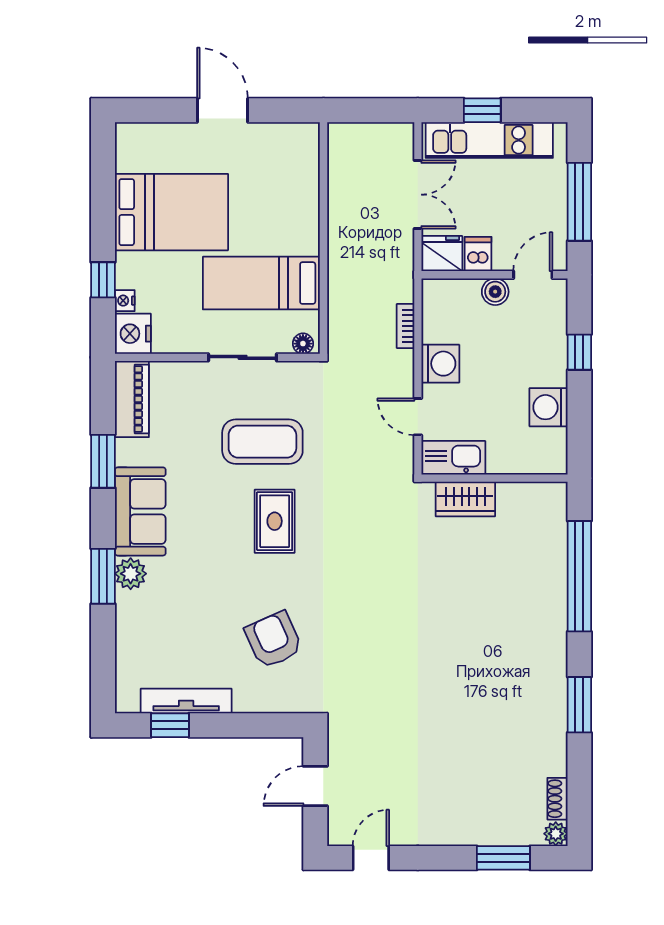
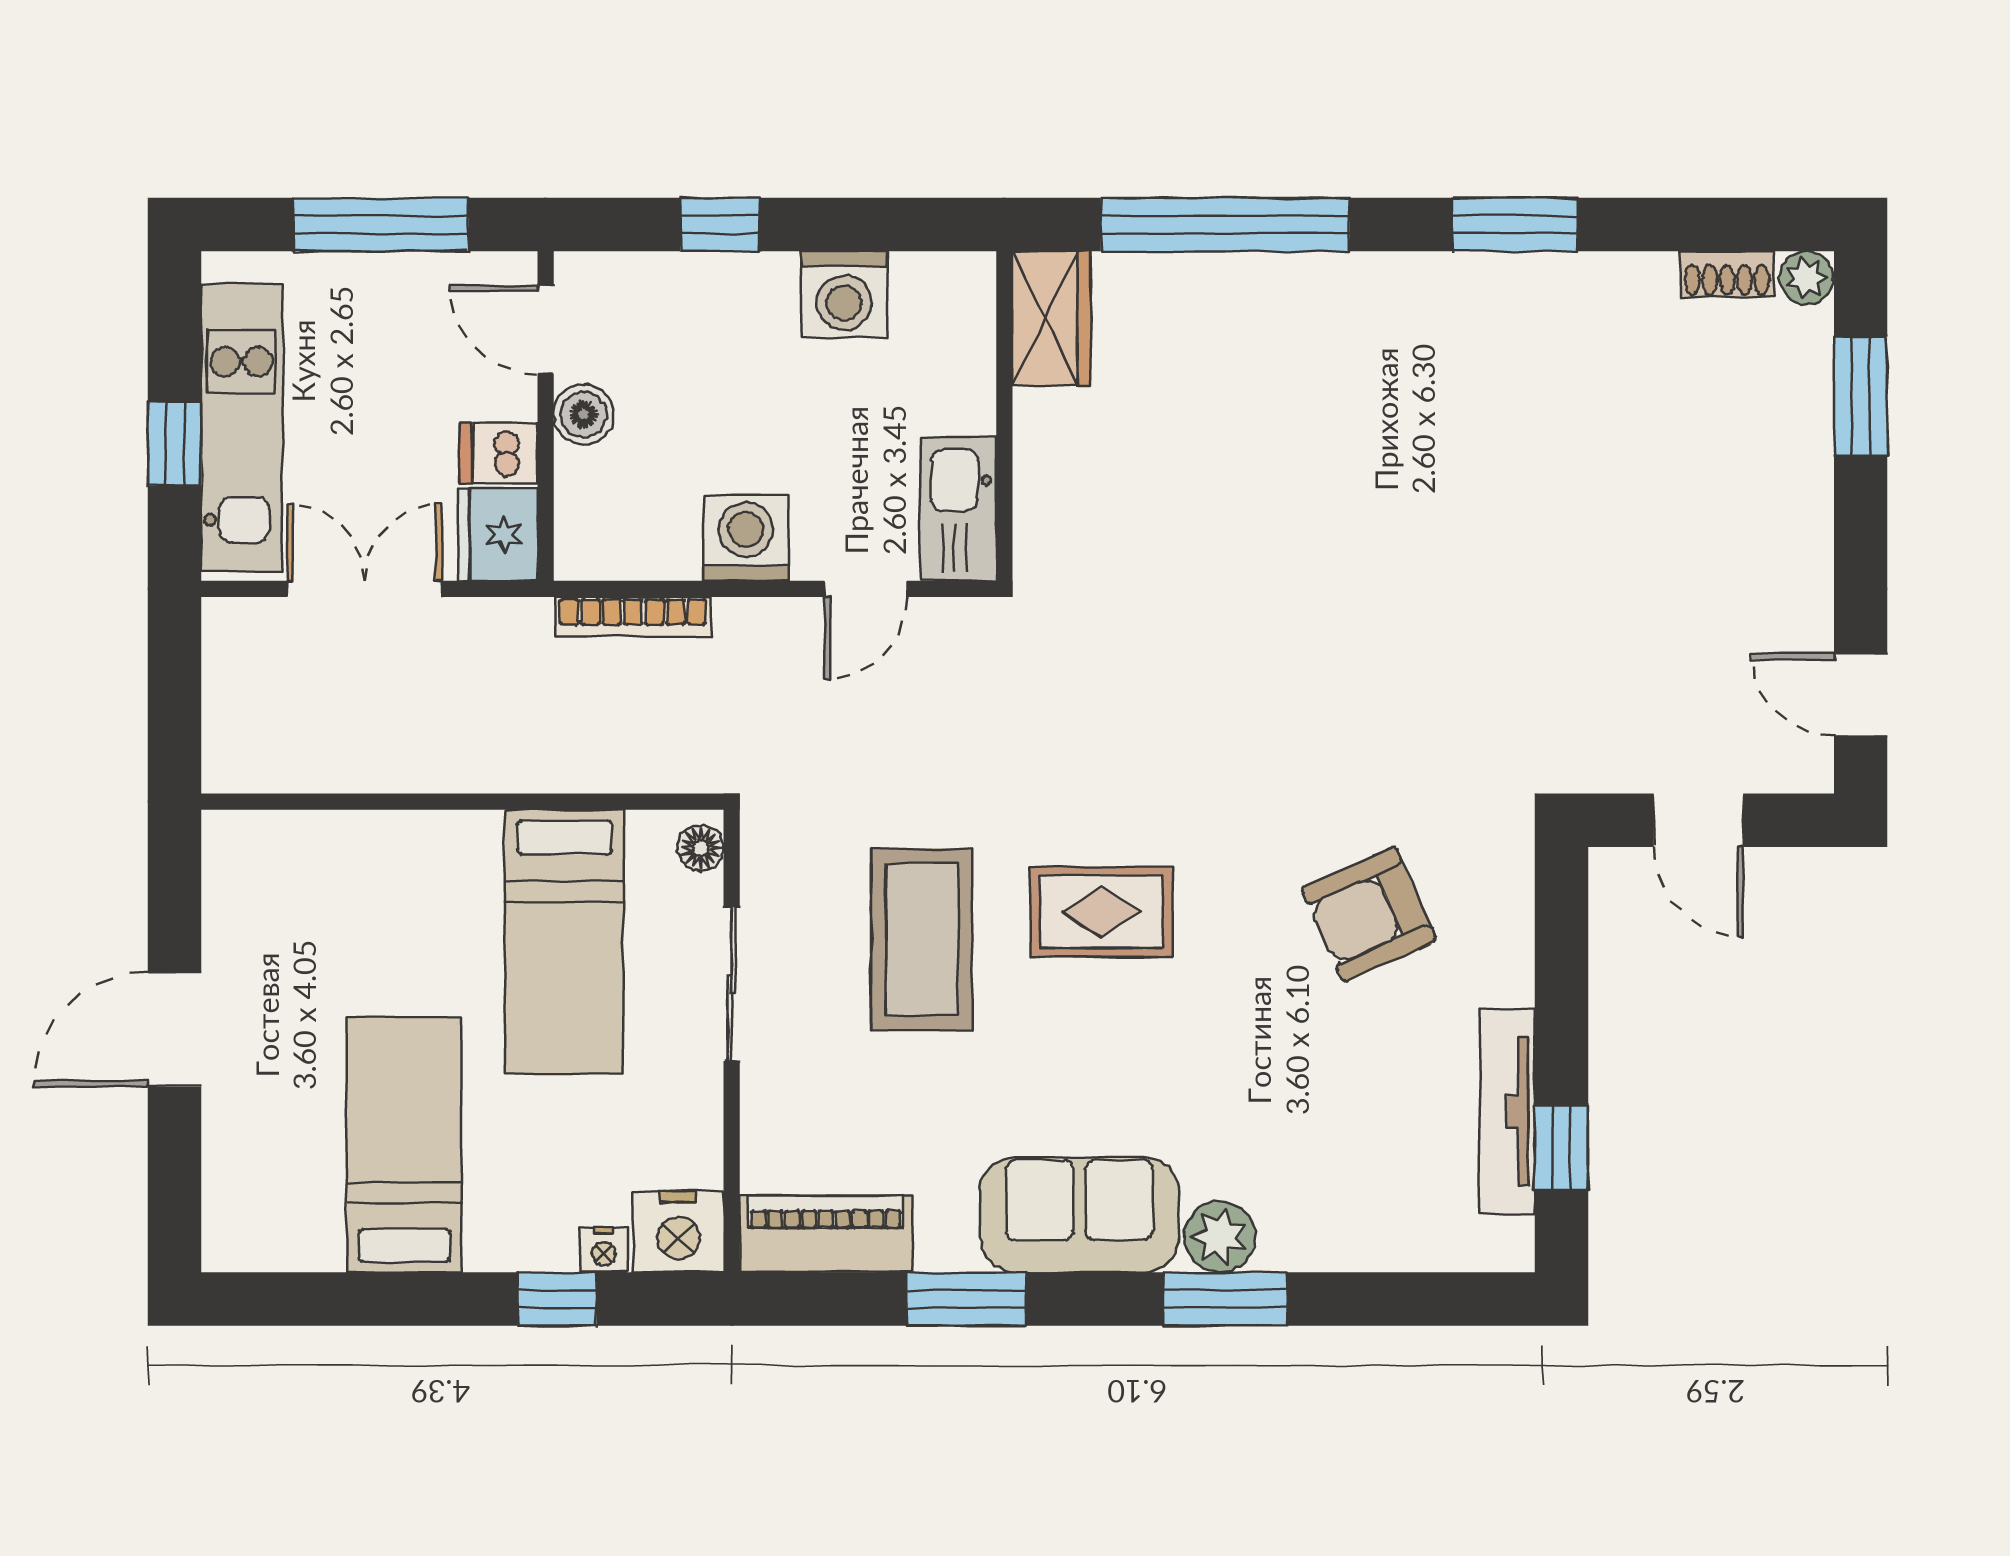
bed: (171, 212) -> (404, 1145), width x0.67
bookcase: (405, 326) -> (633, 617), width x1.56
wardrobe: (465, 499) -> (1051, 318), moved

